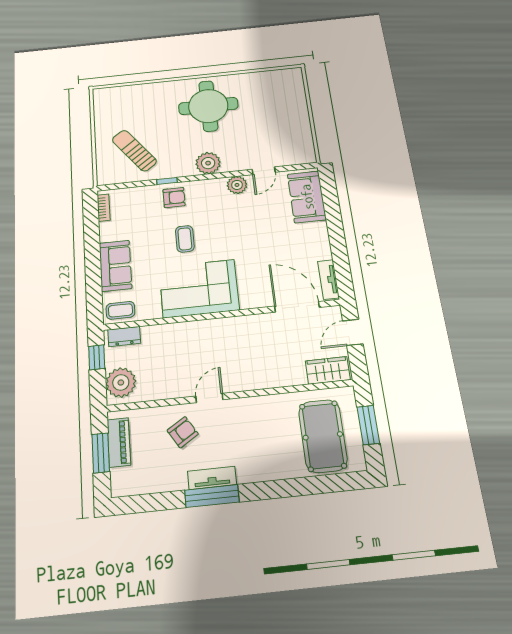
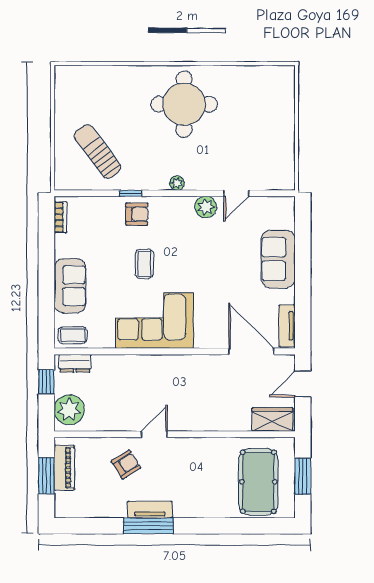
plant: (208, 163) -> (177, 183), width x0.53, depth x0.53
sofa: (307, 197) -> (278, 259), moved

